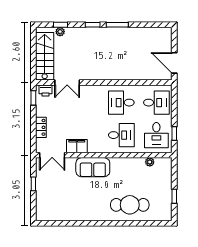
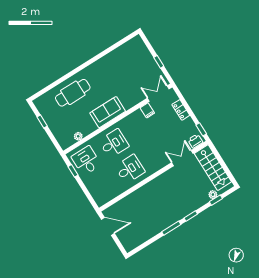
desk: (156, 103) -> (102, 186), removed
desk: (121, 135) -> (114, 143), turned 180
filing cabinet: (77, 146) -> (147, 110), width x0.50
sofa: (93, 167) -> (108, 112), moved

